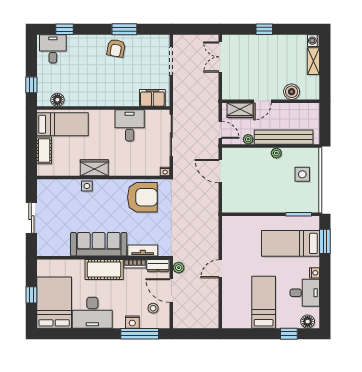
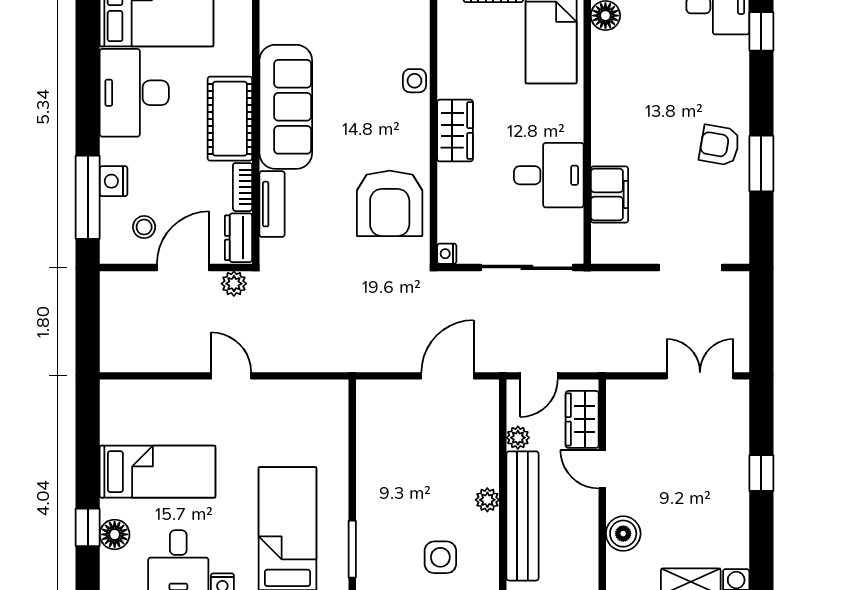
filing cabinet: (152, 98) -> (610, 194), moved
wardrobe: (94, 168) -> (455, 130), moved
floor lamp: (308, 322) -> (115, 534), moved

